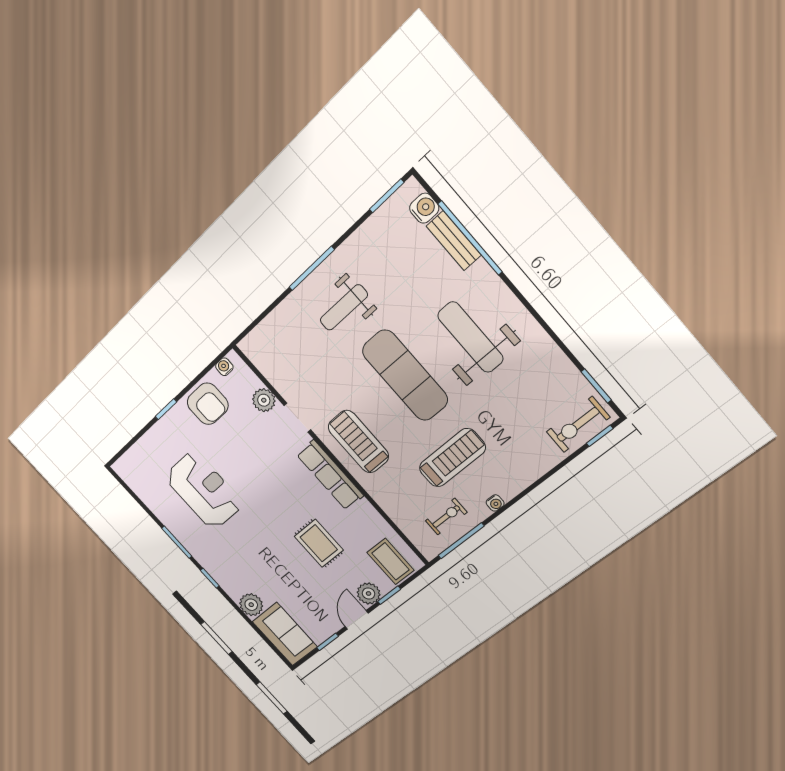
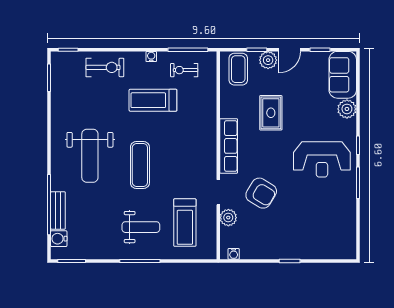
exercise mat: (405, 375) -> (140, 165), width x0.73, depth x0.69
armchair: (208, 404) -> (261, 193), moved, turned 121
exercise bike: (578, 424) -> (105, 67), moved
treadmill: (358, 442) -> (185, 223), moved
reception desk: (204, 491) -> (322, 159), moved, turned -90

